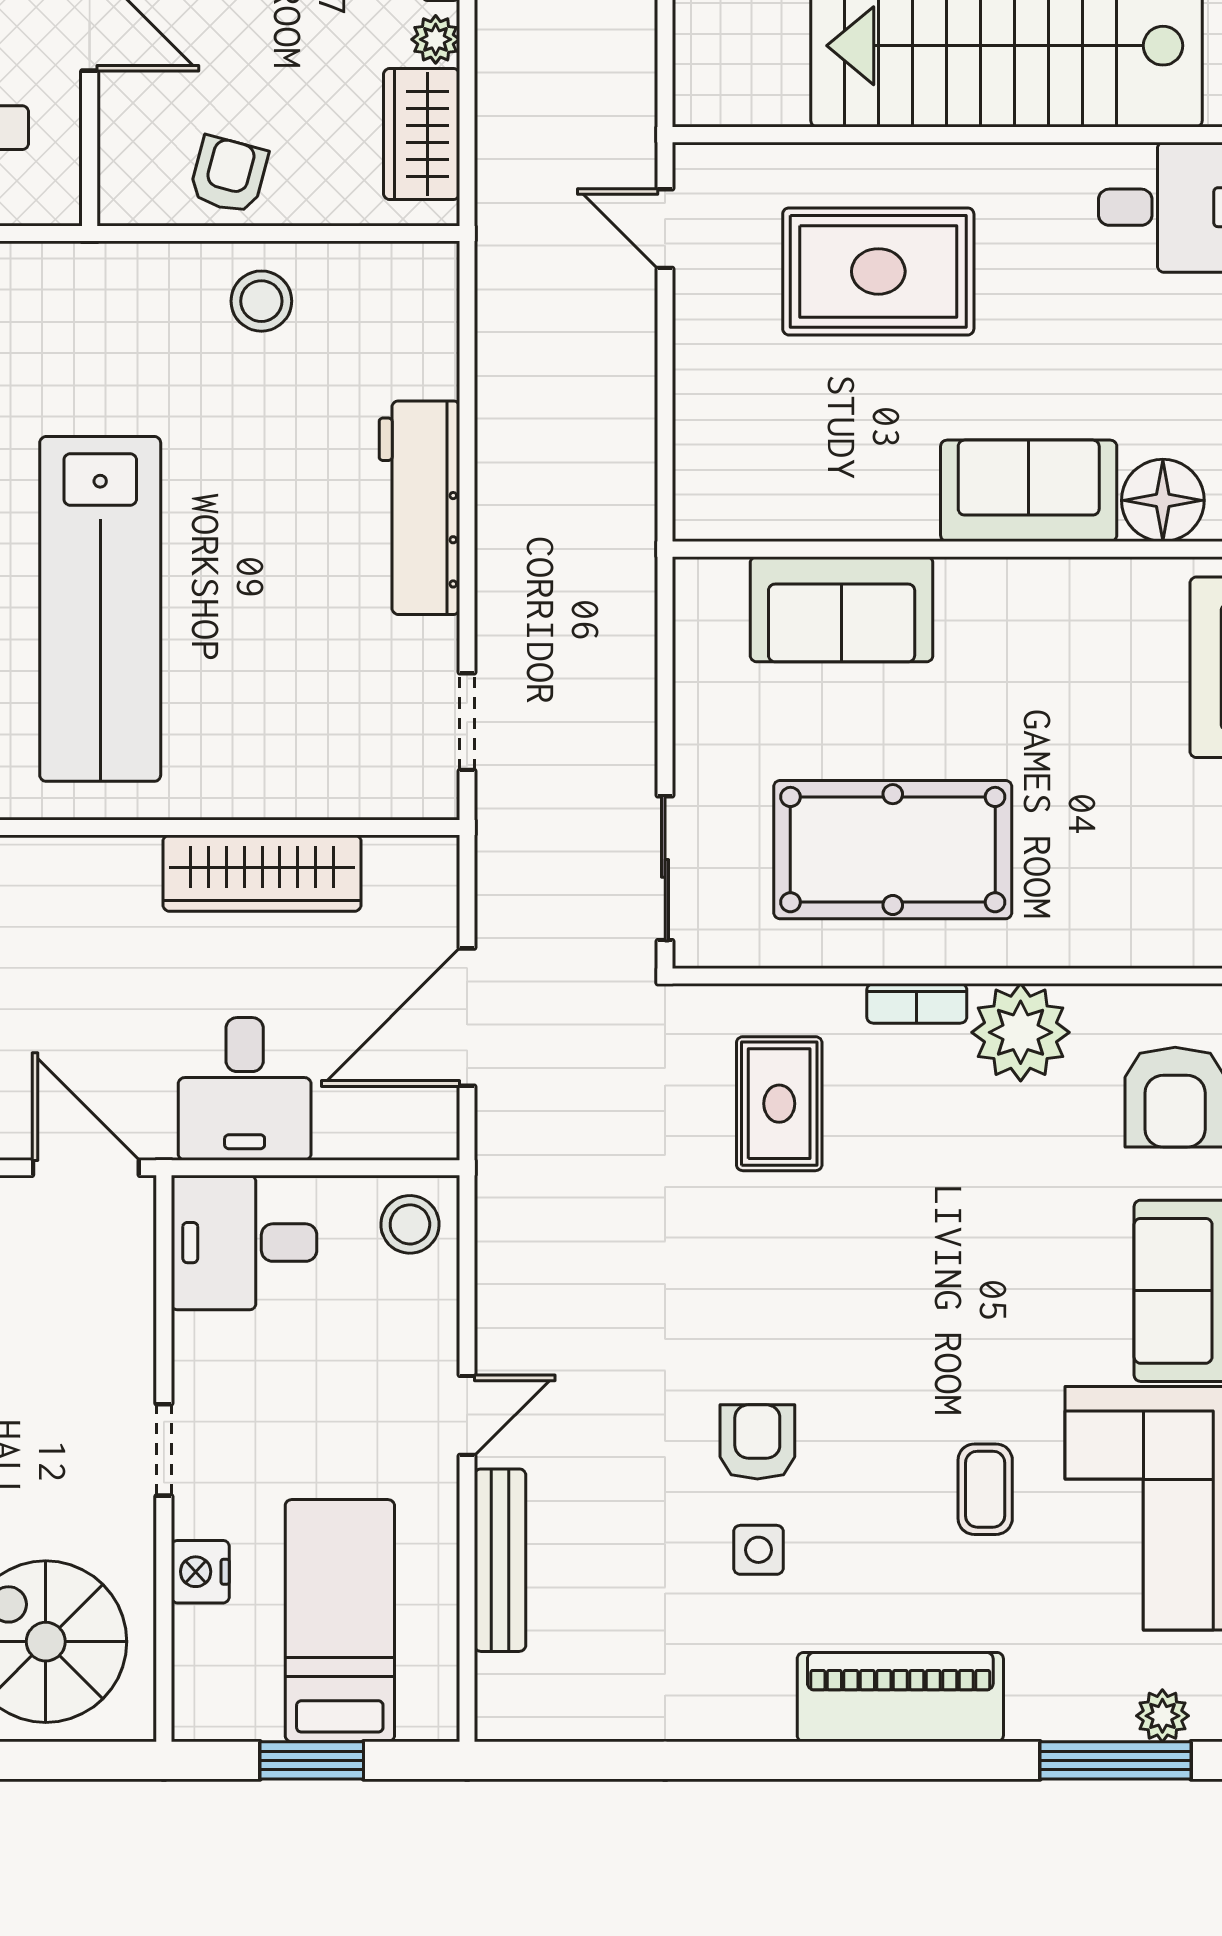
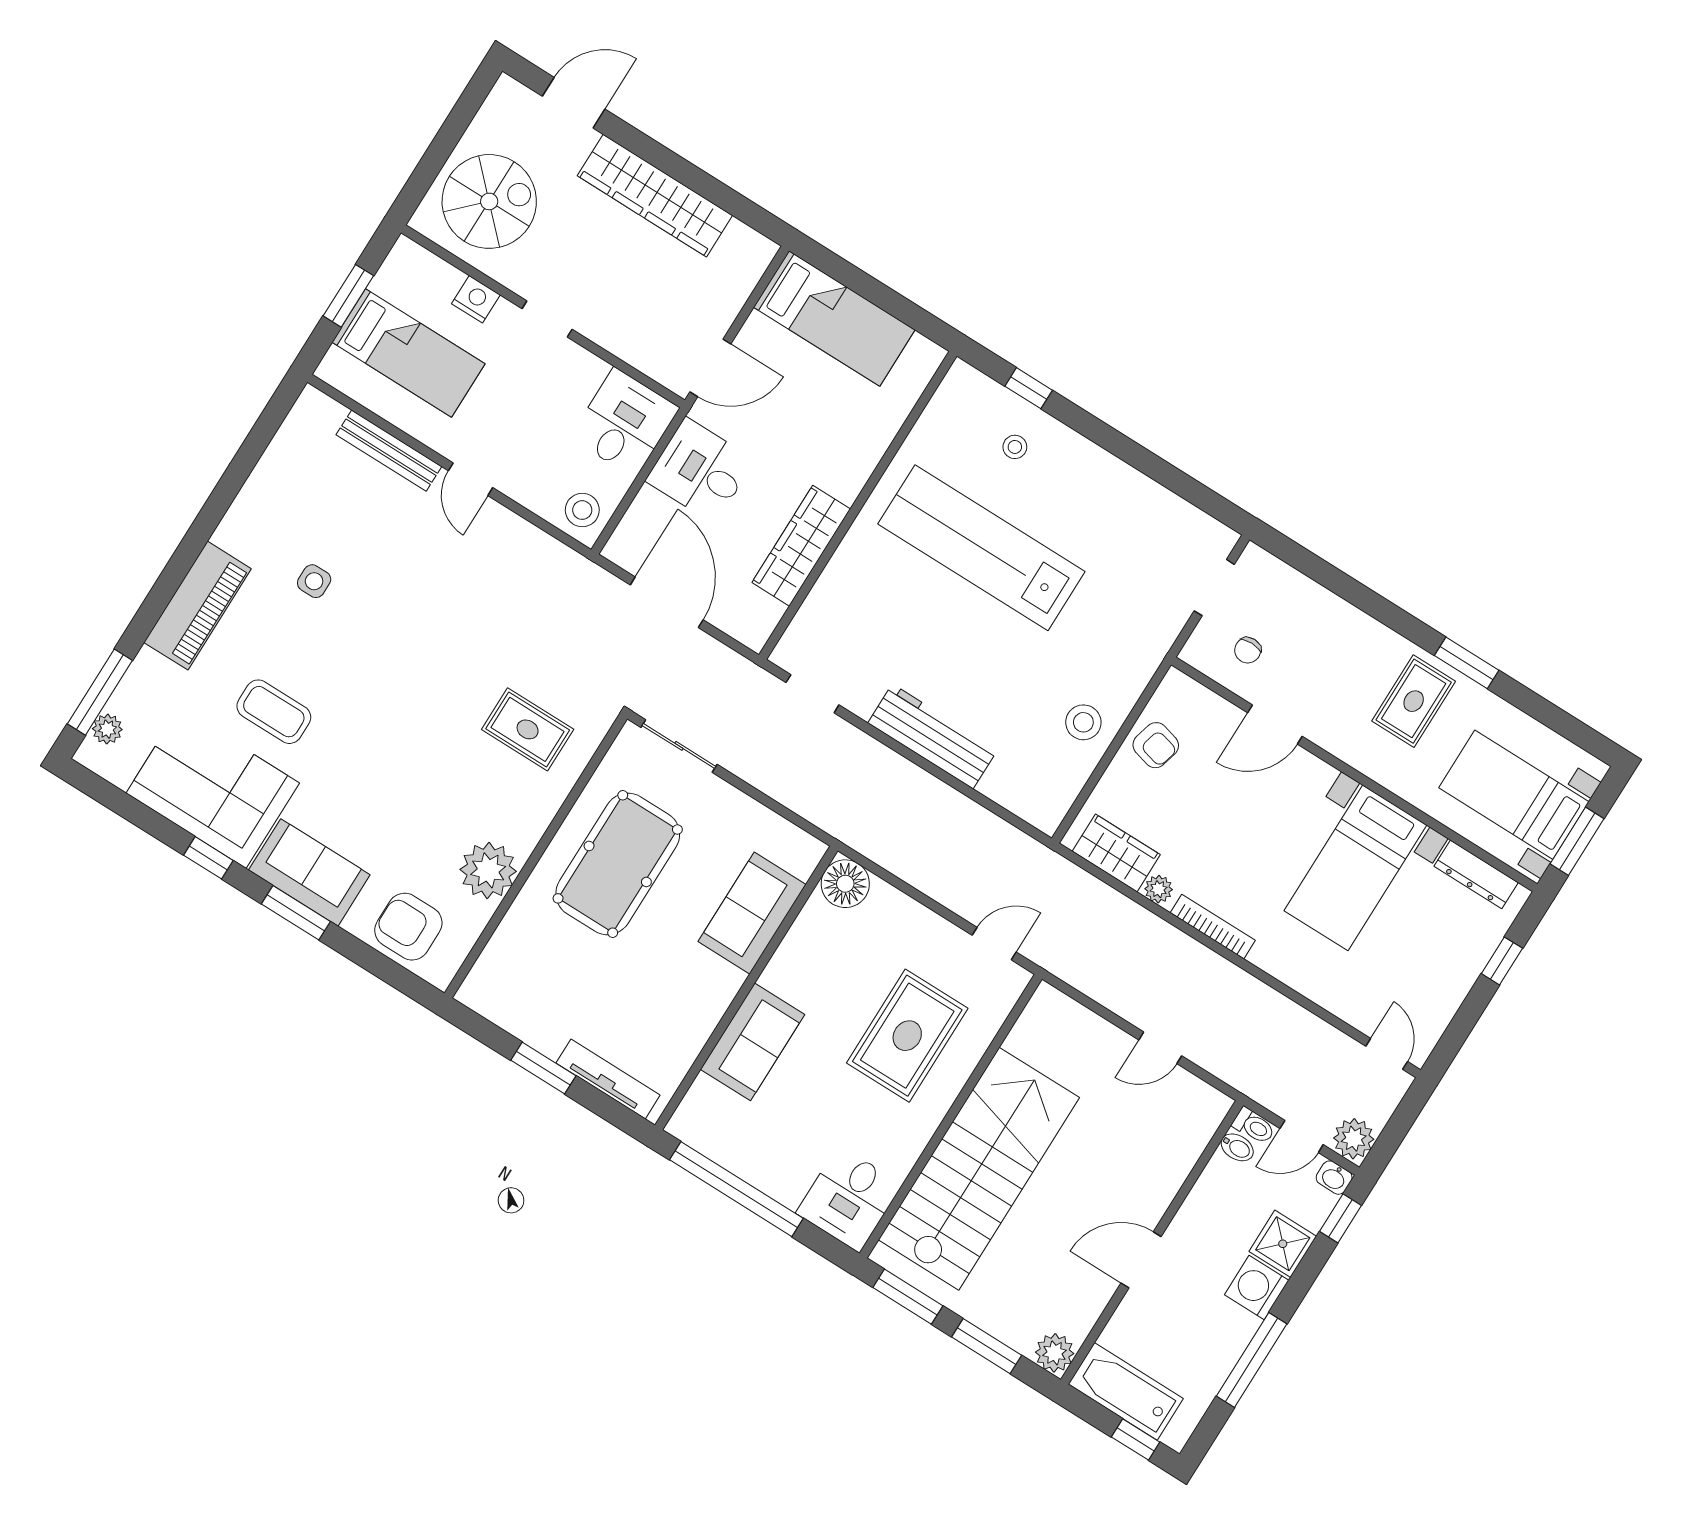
floor lamp: (1163, 500) -> (845, 884), moved
bookcase: (917, 1003) -> (534, 828), removed
armchair: (757, 1442) -> (368, 614), removed
coffee table: (985, 1489) -> (274, 712), width x1.36, depth x1.30

